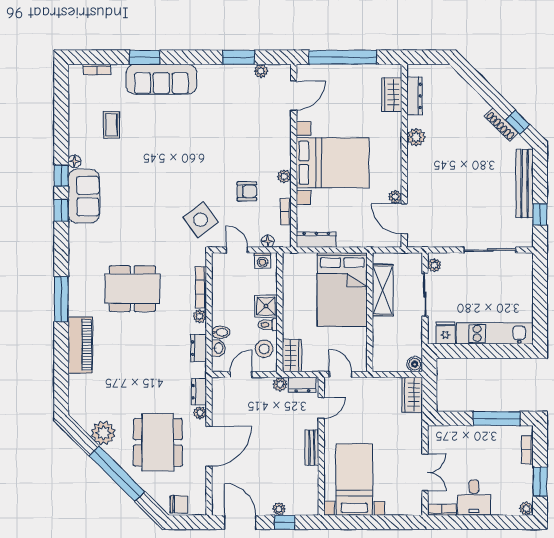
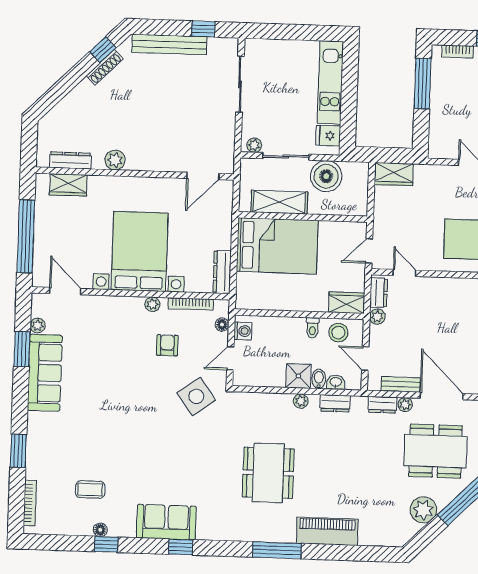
bookcase: (97, 70) -> (30, 503), width x1.56
sofa: (161, 79) -> (45, 373), moved
floor lamp: (74, 161) -> (100, 530), moved
window: (61, 176) -> (106, 544), moved
plant: (395, 197) -> (179, 185), removed
bookcase: (286, 212) -> (191, 304), width x1.56
bookcase: (201, 287) -> (269, 399), removed
shower: (266, 306) -> (298, 376), moved
boiler: (415, 364) -> (326, 176), moved, width x1.86, depth x1.86
bench: (312, 448) -> (401, 384), moved

